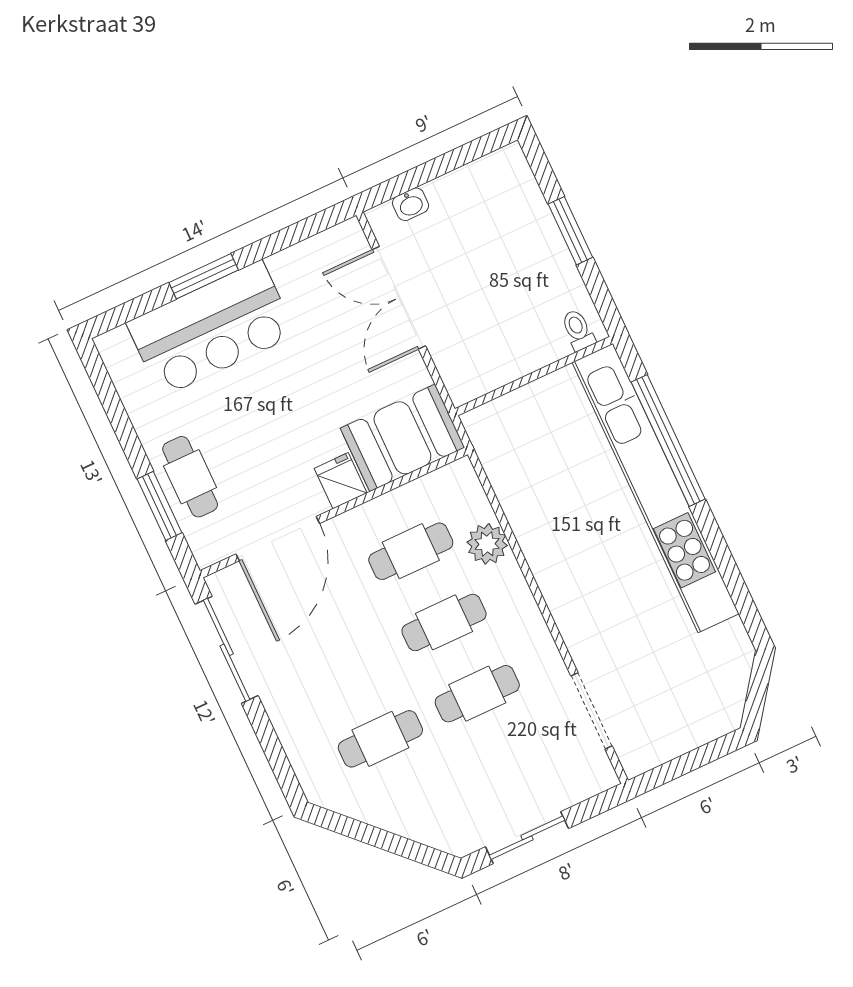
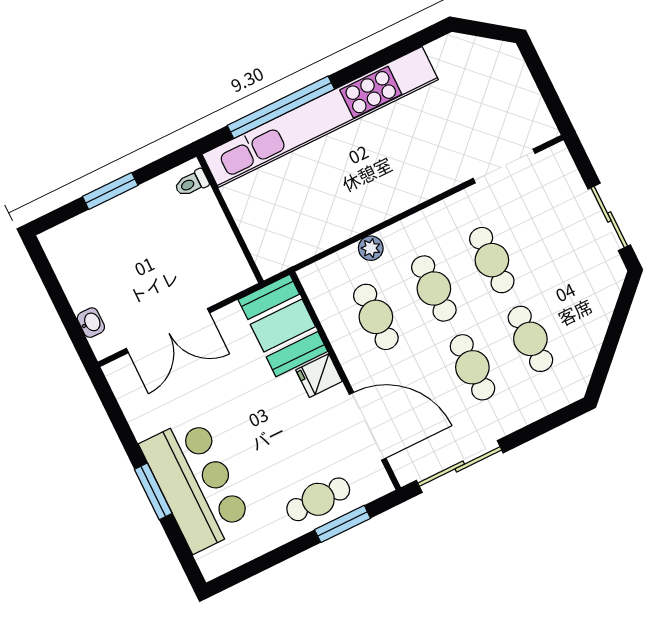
plant: (487, 544) -> (371, 248), width x0.73, depth x0.73
cafe table: (347, 668) -> (472, 367), added

